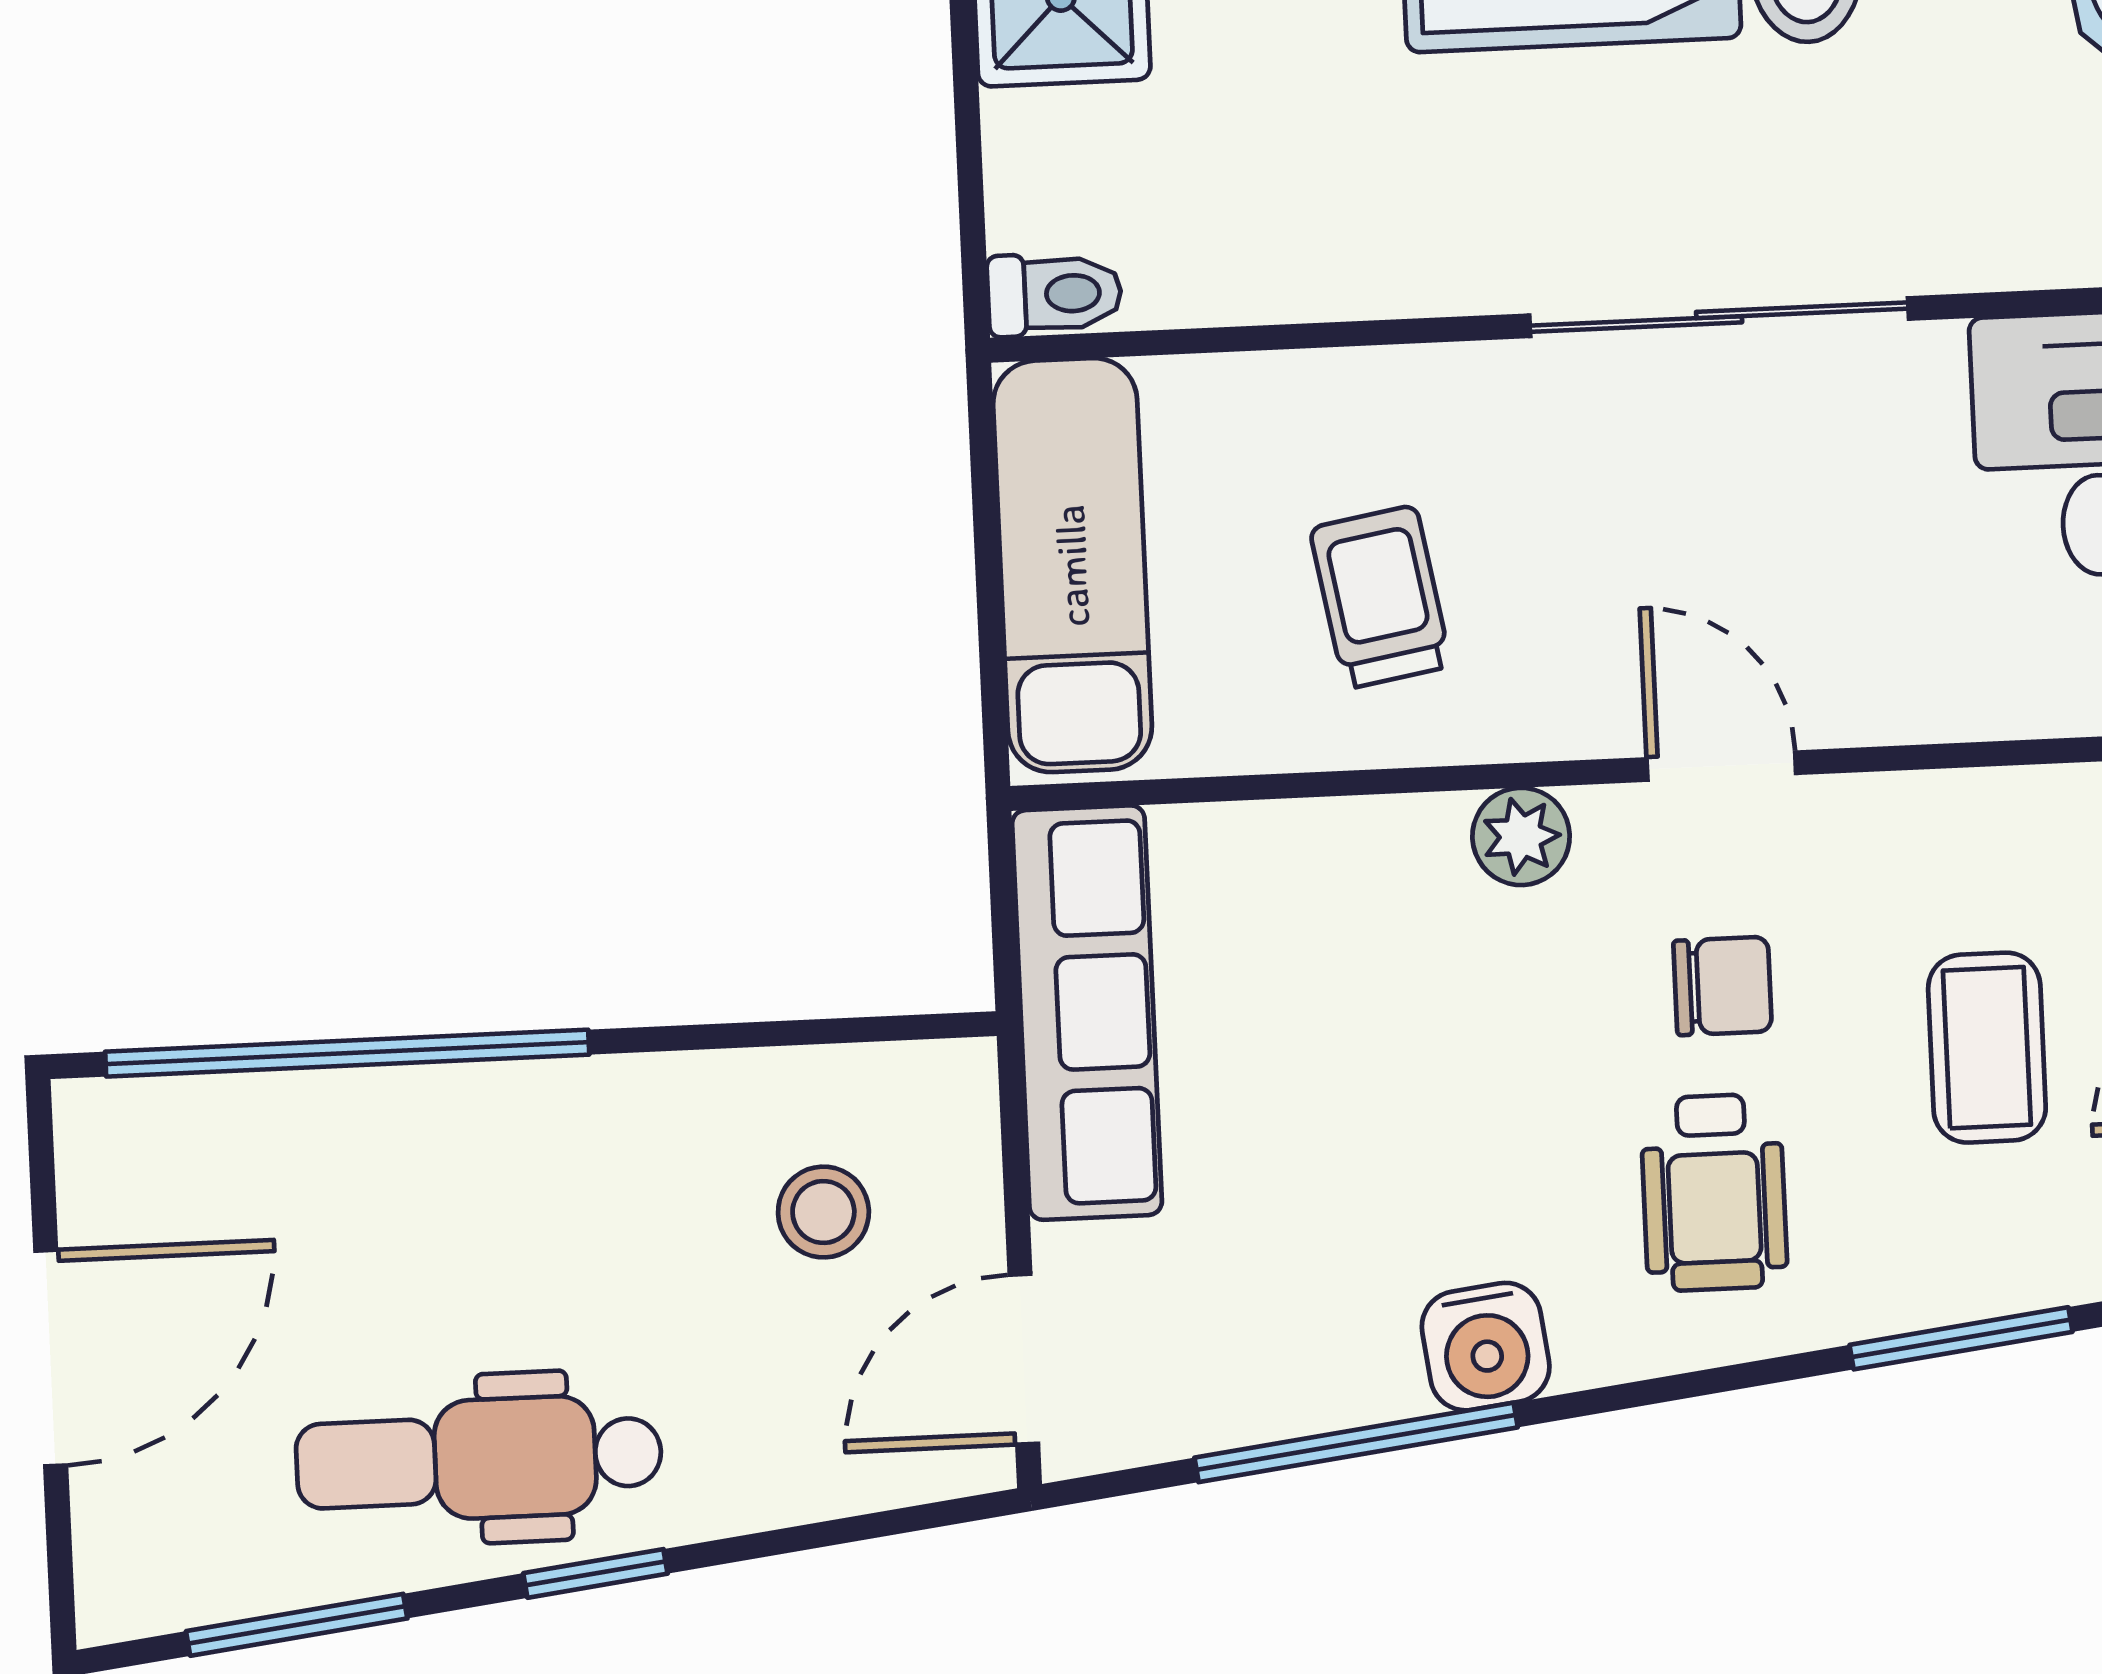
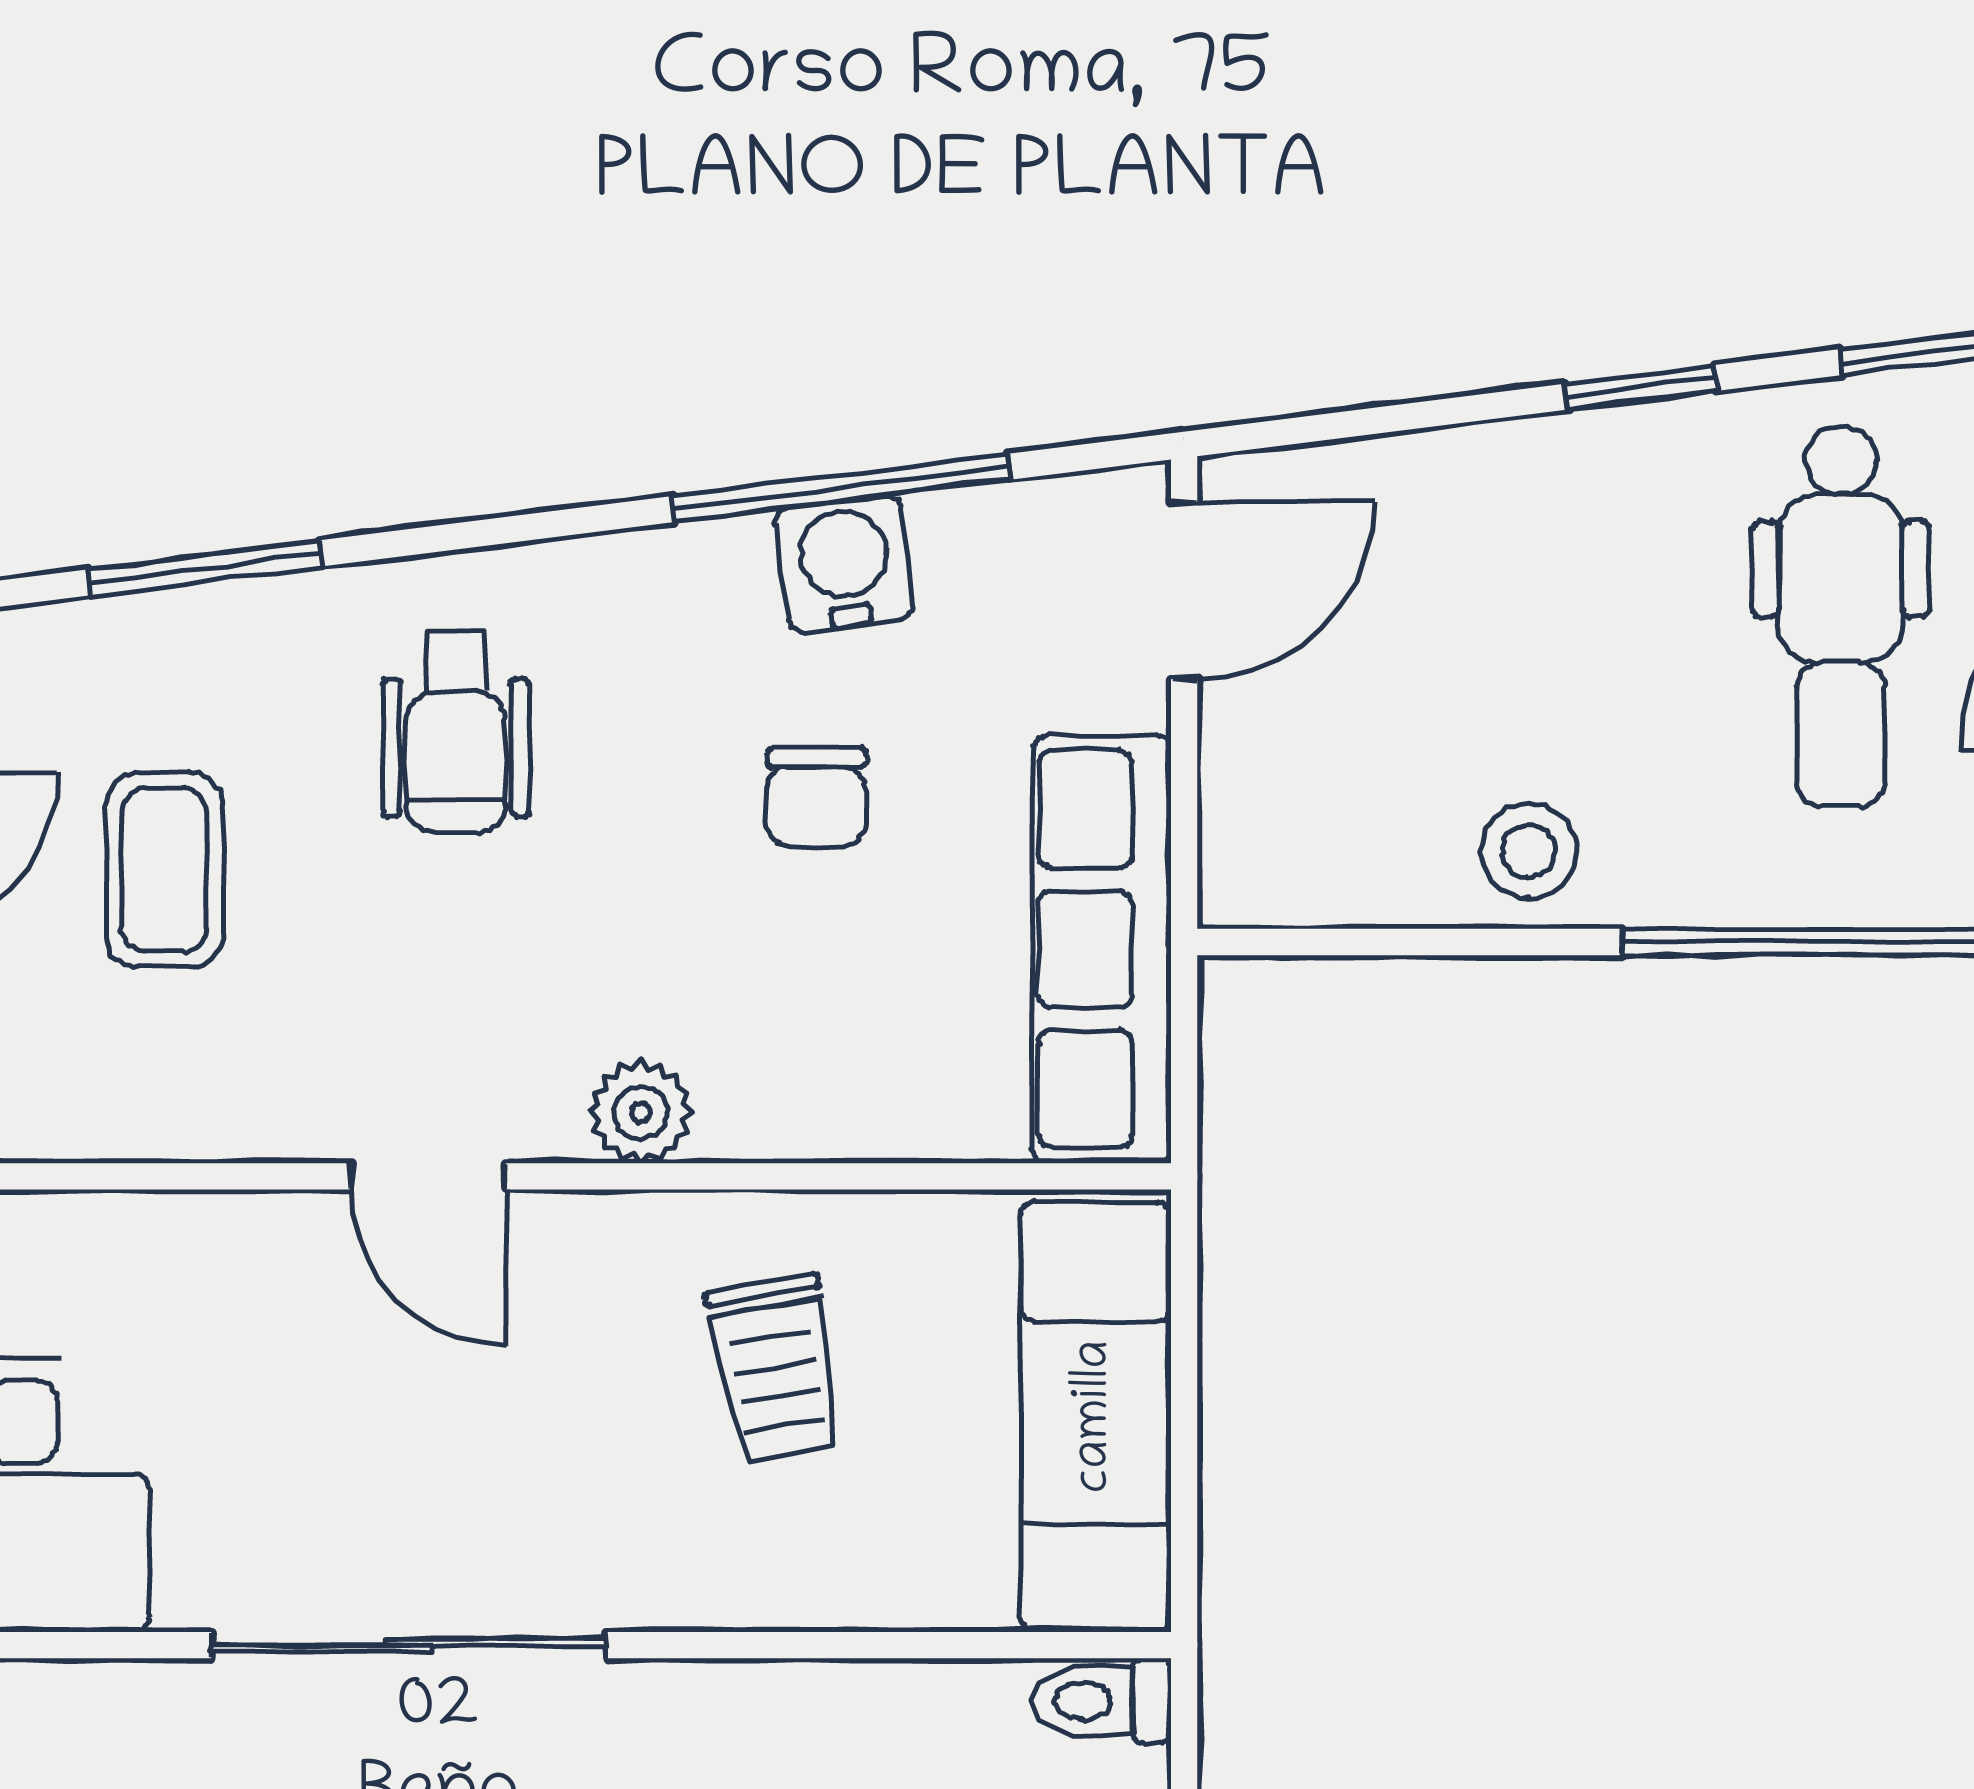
chair: (1723, 986) -> (816, 797), moved, turned -90
wheelchair: (1714, 1192) -> (456, 732), turned 180
stool: (823, 1212) -> (1529, 851), moved
water cooler: (1486, 1347) -> (844, 564), moved
dental chair: (479, 1459) -> (1841, 617), moved, turned 90

